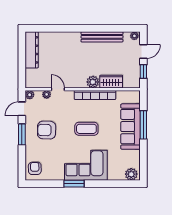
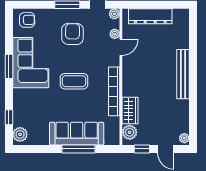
bench: (102, 37) -> (183, 74), moved
dresser: (32, 50) -> (150, 16), moved
plant: (93, 82) -> (130, 132), moved
coffee table: (86, 129) -> (74, 81), turned 90
corner sofa: (86, 165) -> (31, 63), moved
window: (117, 184) -> (9, 117), added

